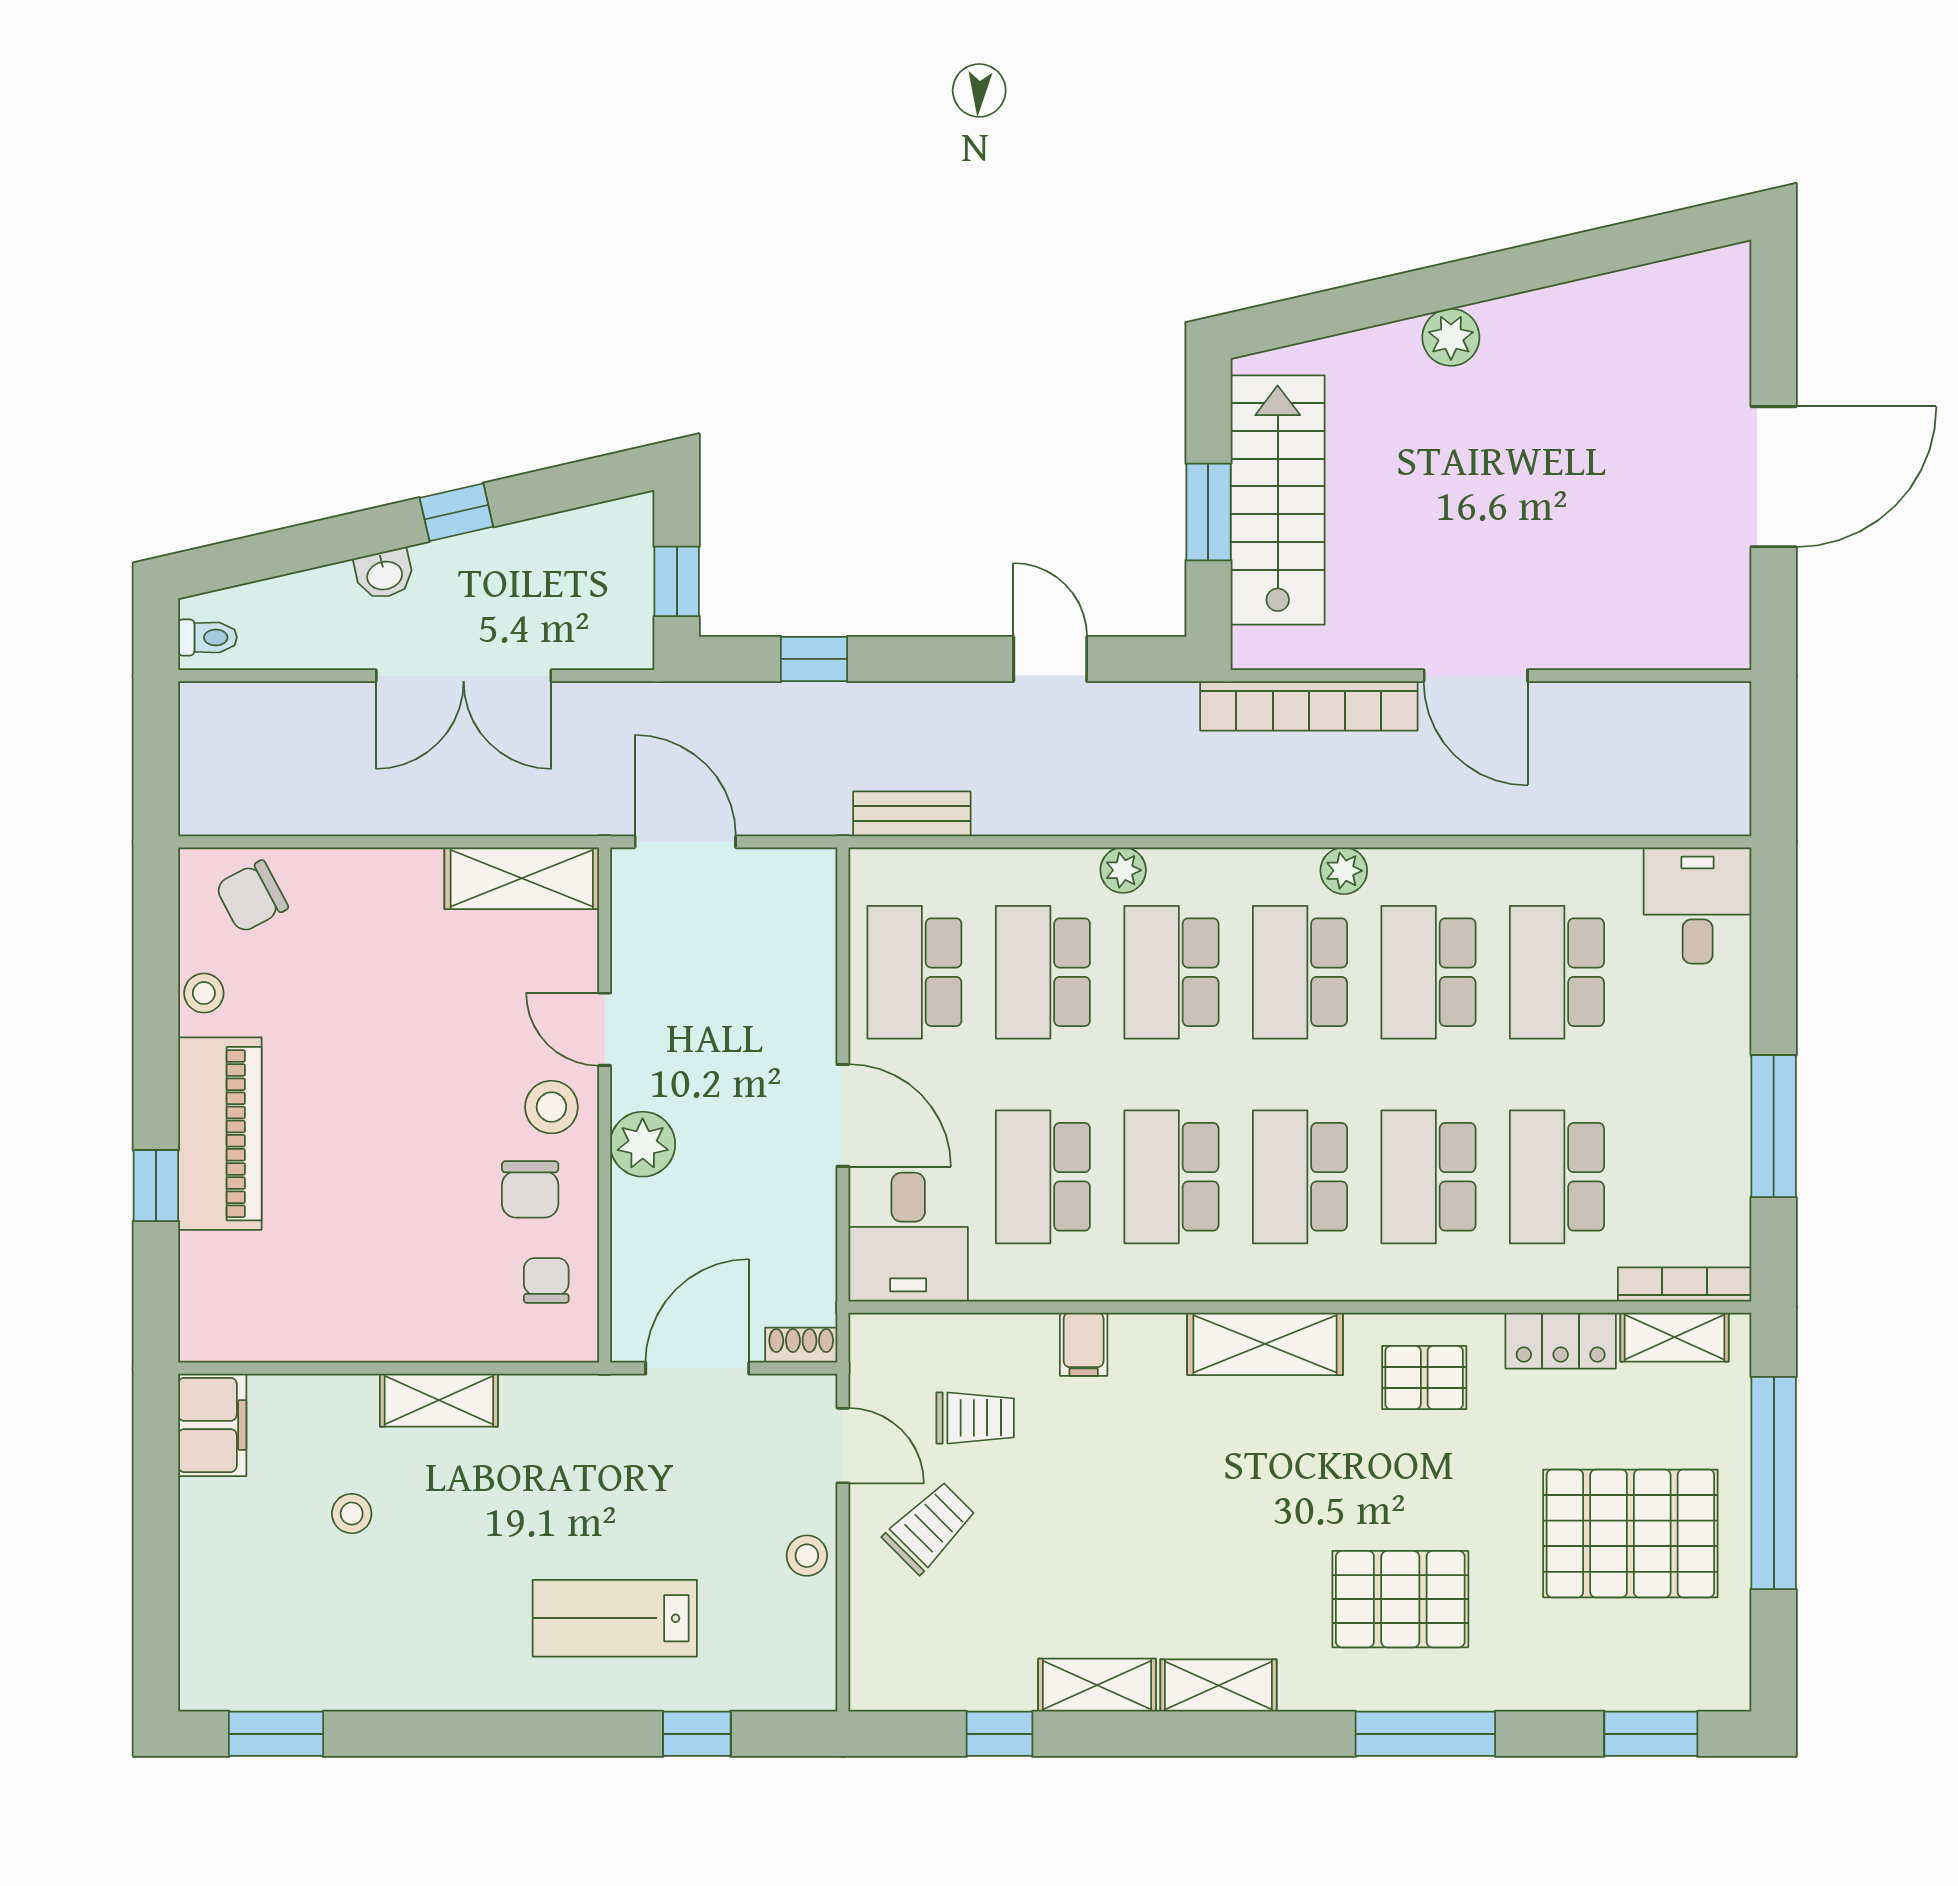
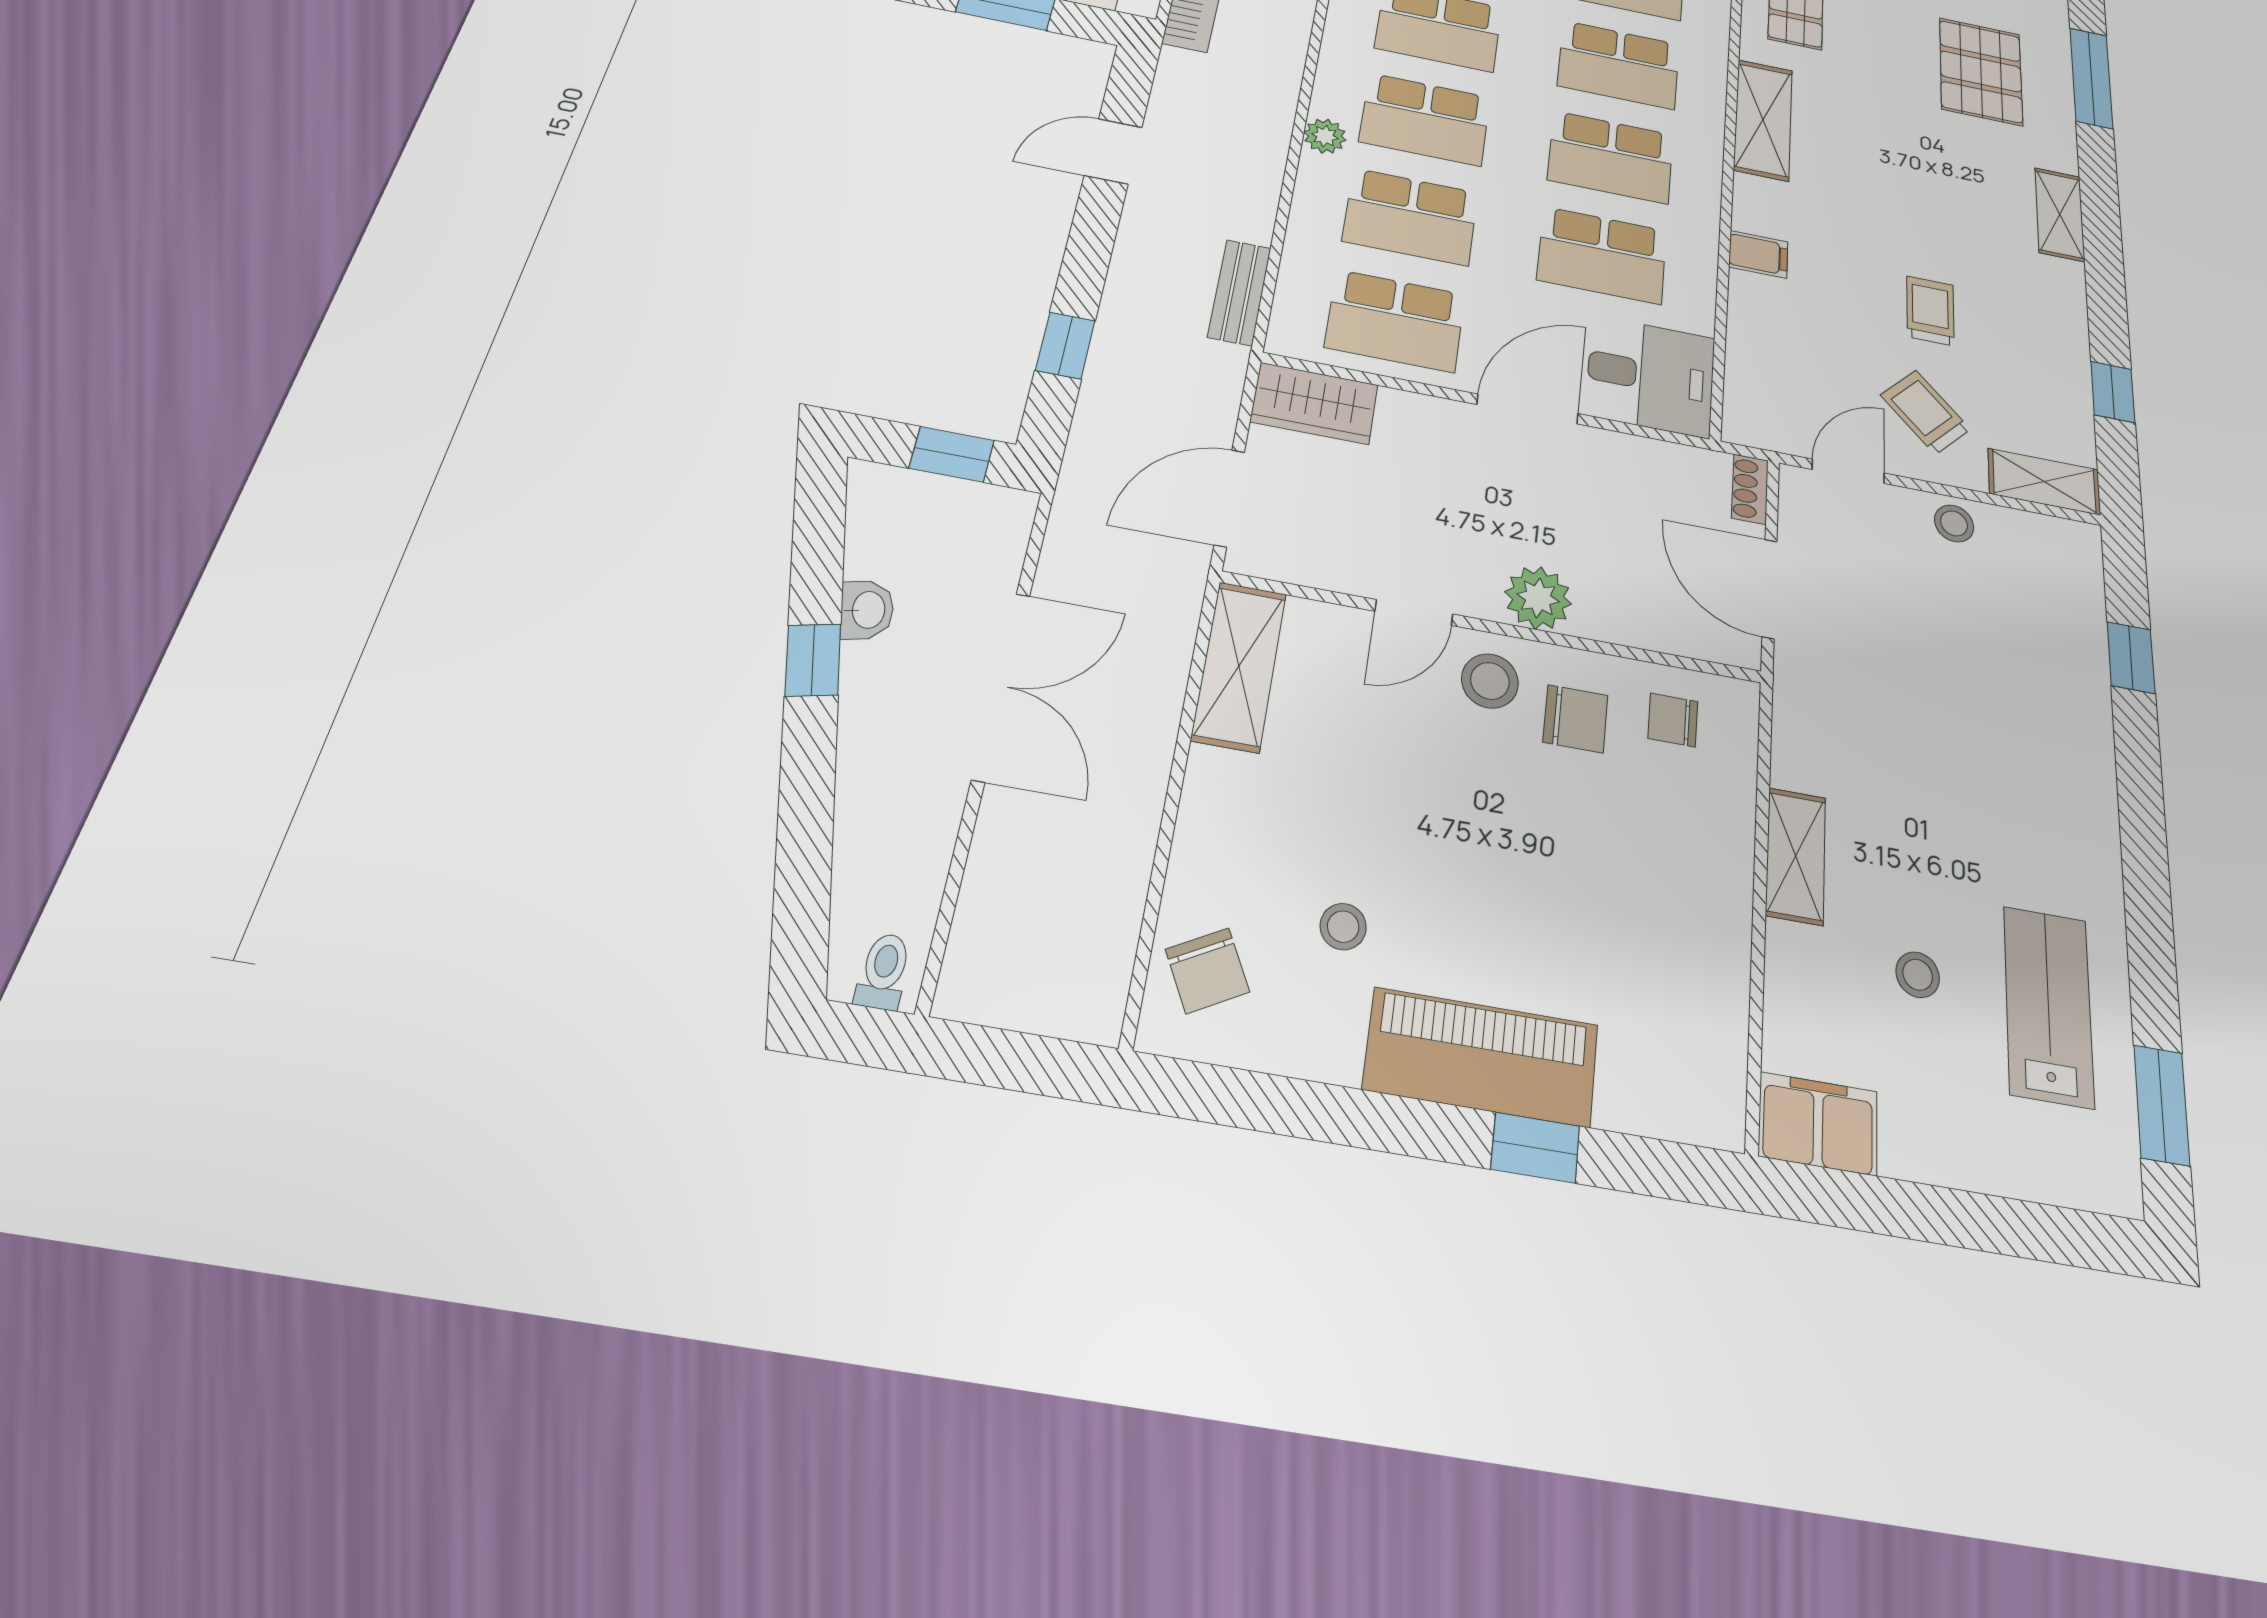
washbasin: (384, 574) -> (867, 610), moved
wardrobe: (803, 906) -> (1314, 403), added
stool: (204, 993) -> (1343, 927), moved
trolley: (975, 1418) -> (1930, 311), moved
lab bench: (615, 1618) -> (2048, 1006), moved, turned 180
shelving: (1097, 1685) -> (2044, 482), moved, turned 90

